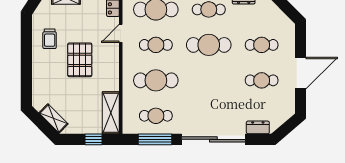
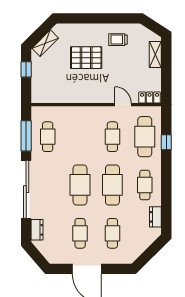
pallet: (80, 60) -> (86, 58), moved
cafe table: (156, 80) -> (80, 185), moved
shelving: (111, 113) -> (50, 95), removed
window: (93, 139) -> (26, 69), moved

